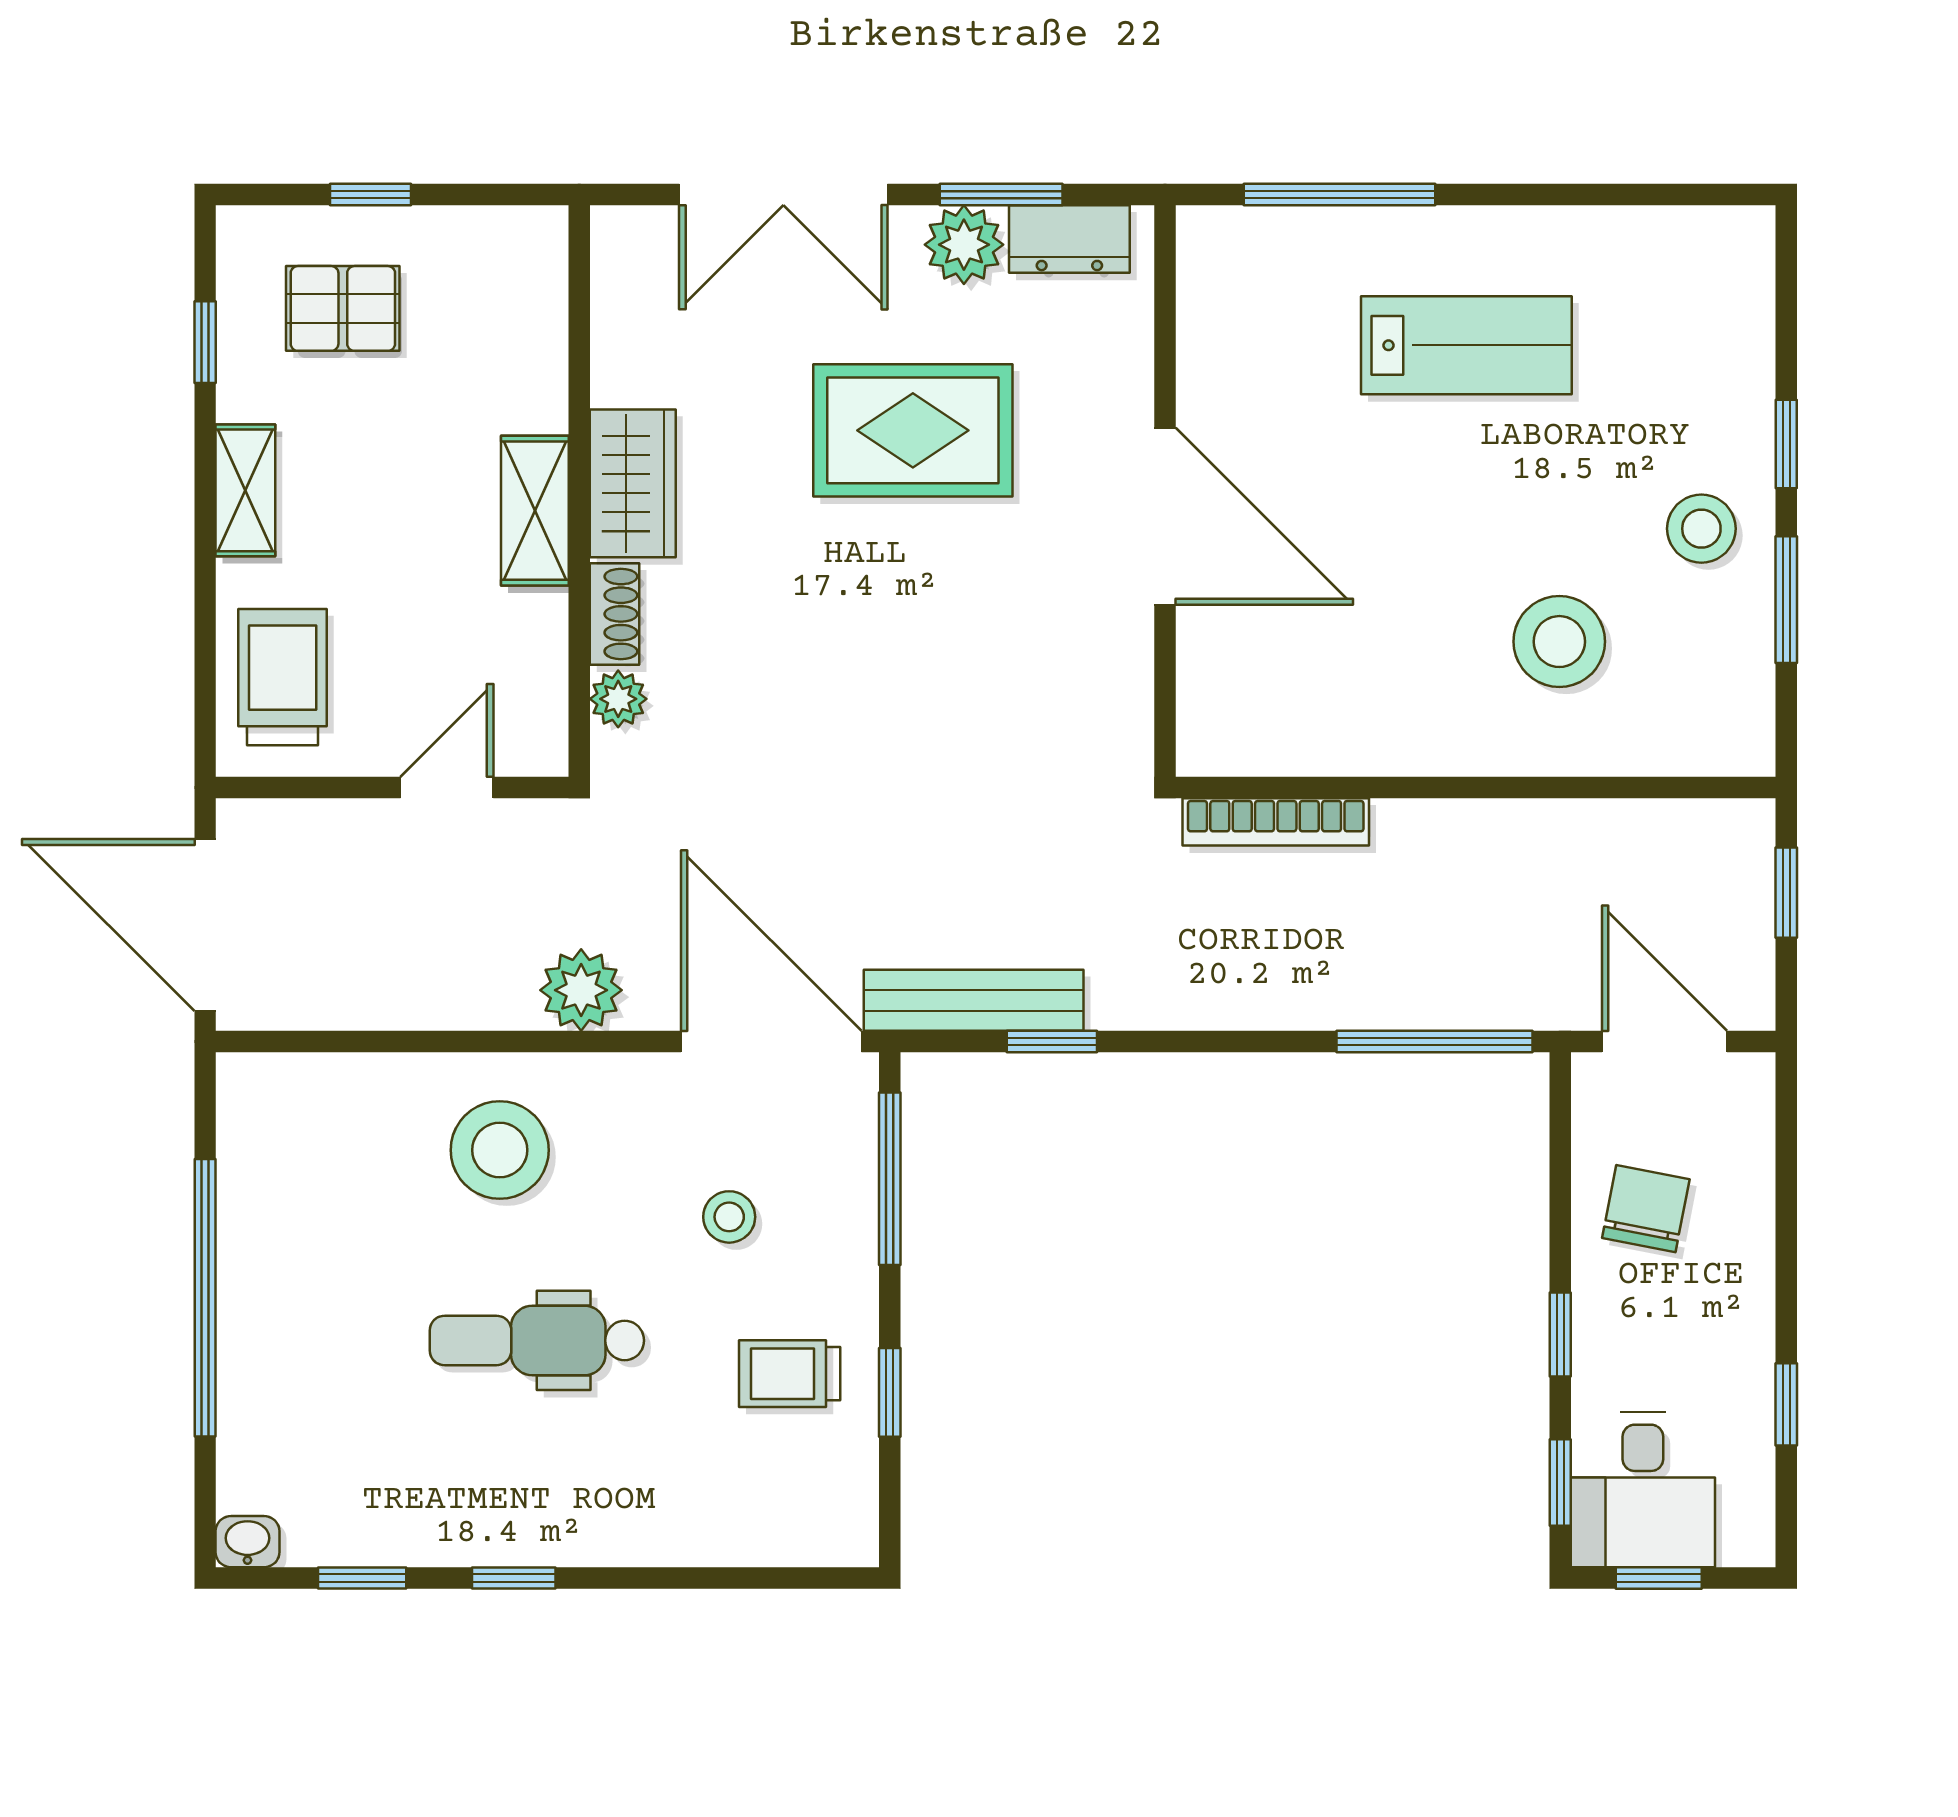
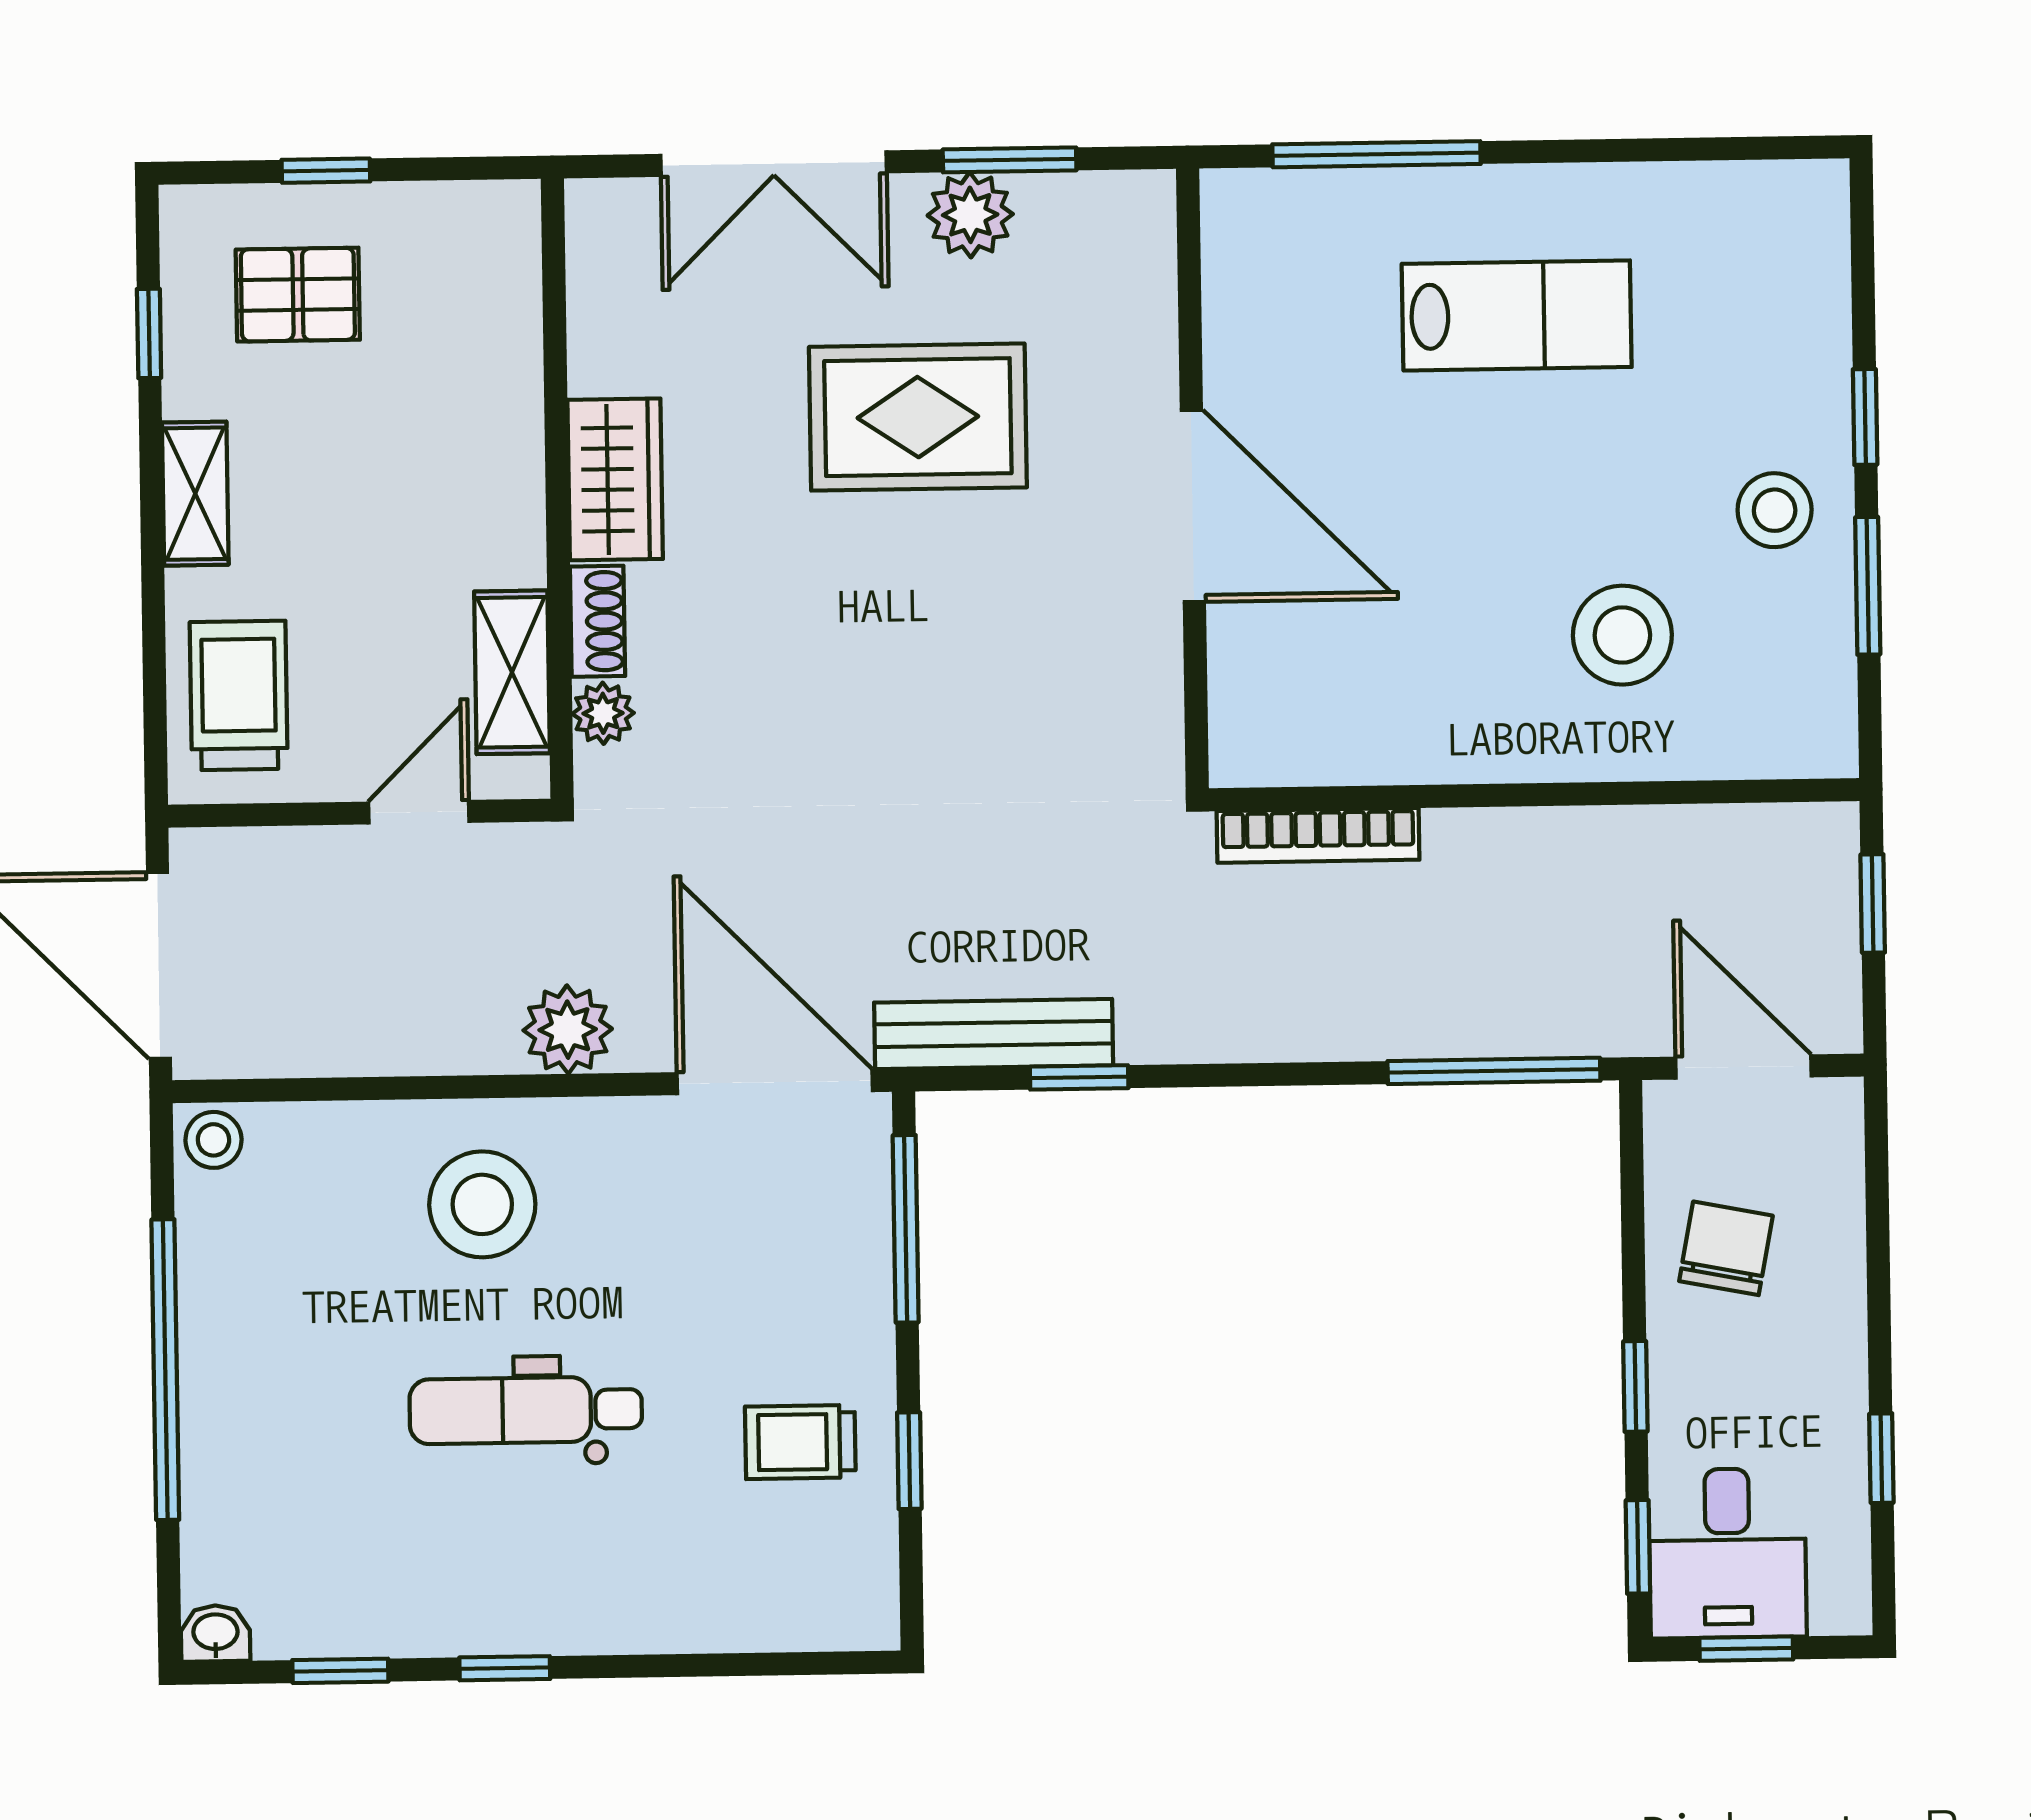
dresser: (1069, 239) -> (1084, 207), removed
shelving: (535, 511) -> (512, 672), moved
stool: (729, 1217) -> (213, 1140), moved

